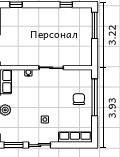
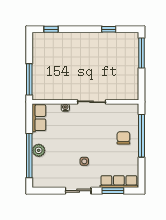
window: (14, 145) -> (113, 191), moved

